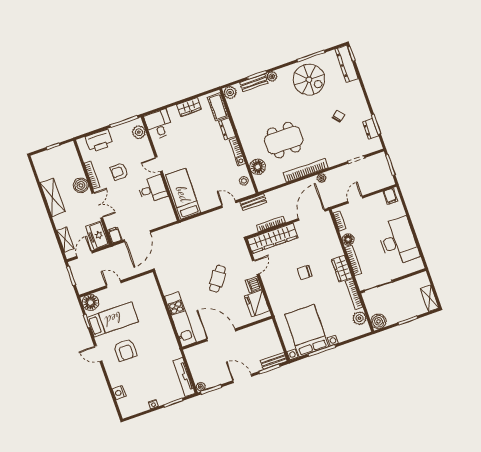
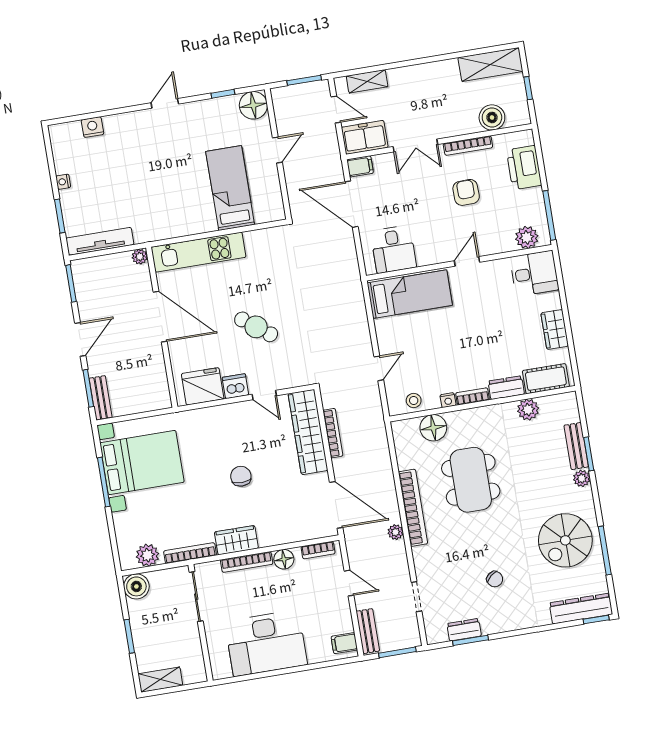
plant: (230, 93) -> (528, 410), moved
boiler: (81, 185) -> (492, 117), moved
desk: (153, 189) -> (393, 249), moved
shelving: (53, 197) -> (490, 64), moved
bench: (253, 202) -> (368, 631), moved
bed: (113, 319) -> (230, 188), moved, turned 180
door: (221, 335) -> (160, 317), hinge flipped
armchair: (125, 350) -> (163, 150), removed
plant: (201, 387) -> (140, 257), moved

